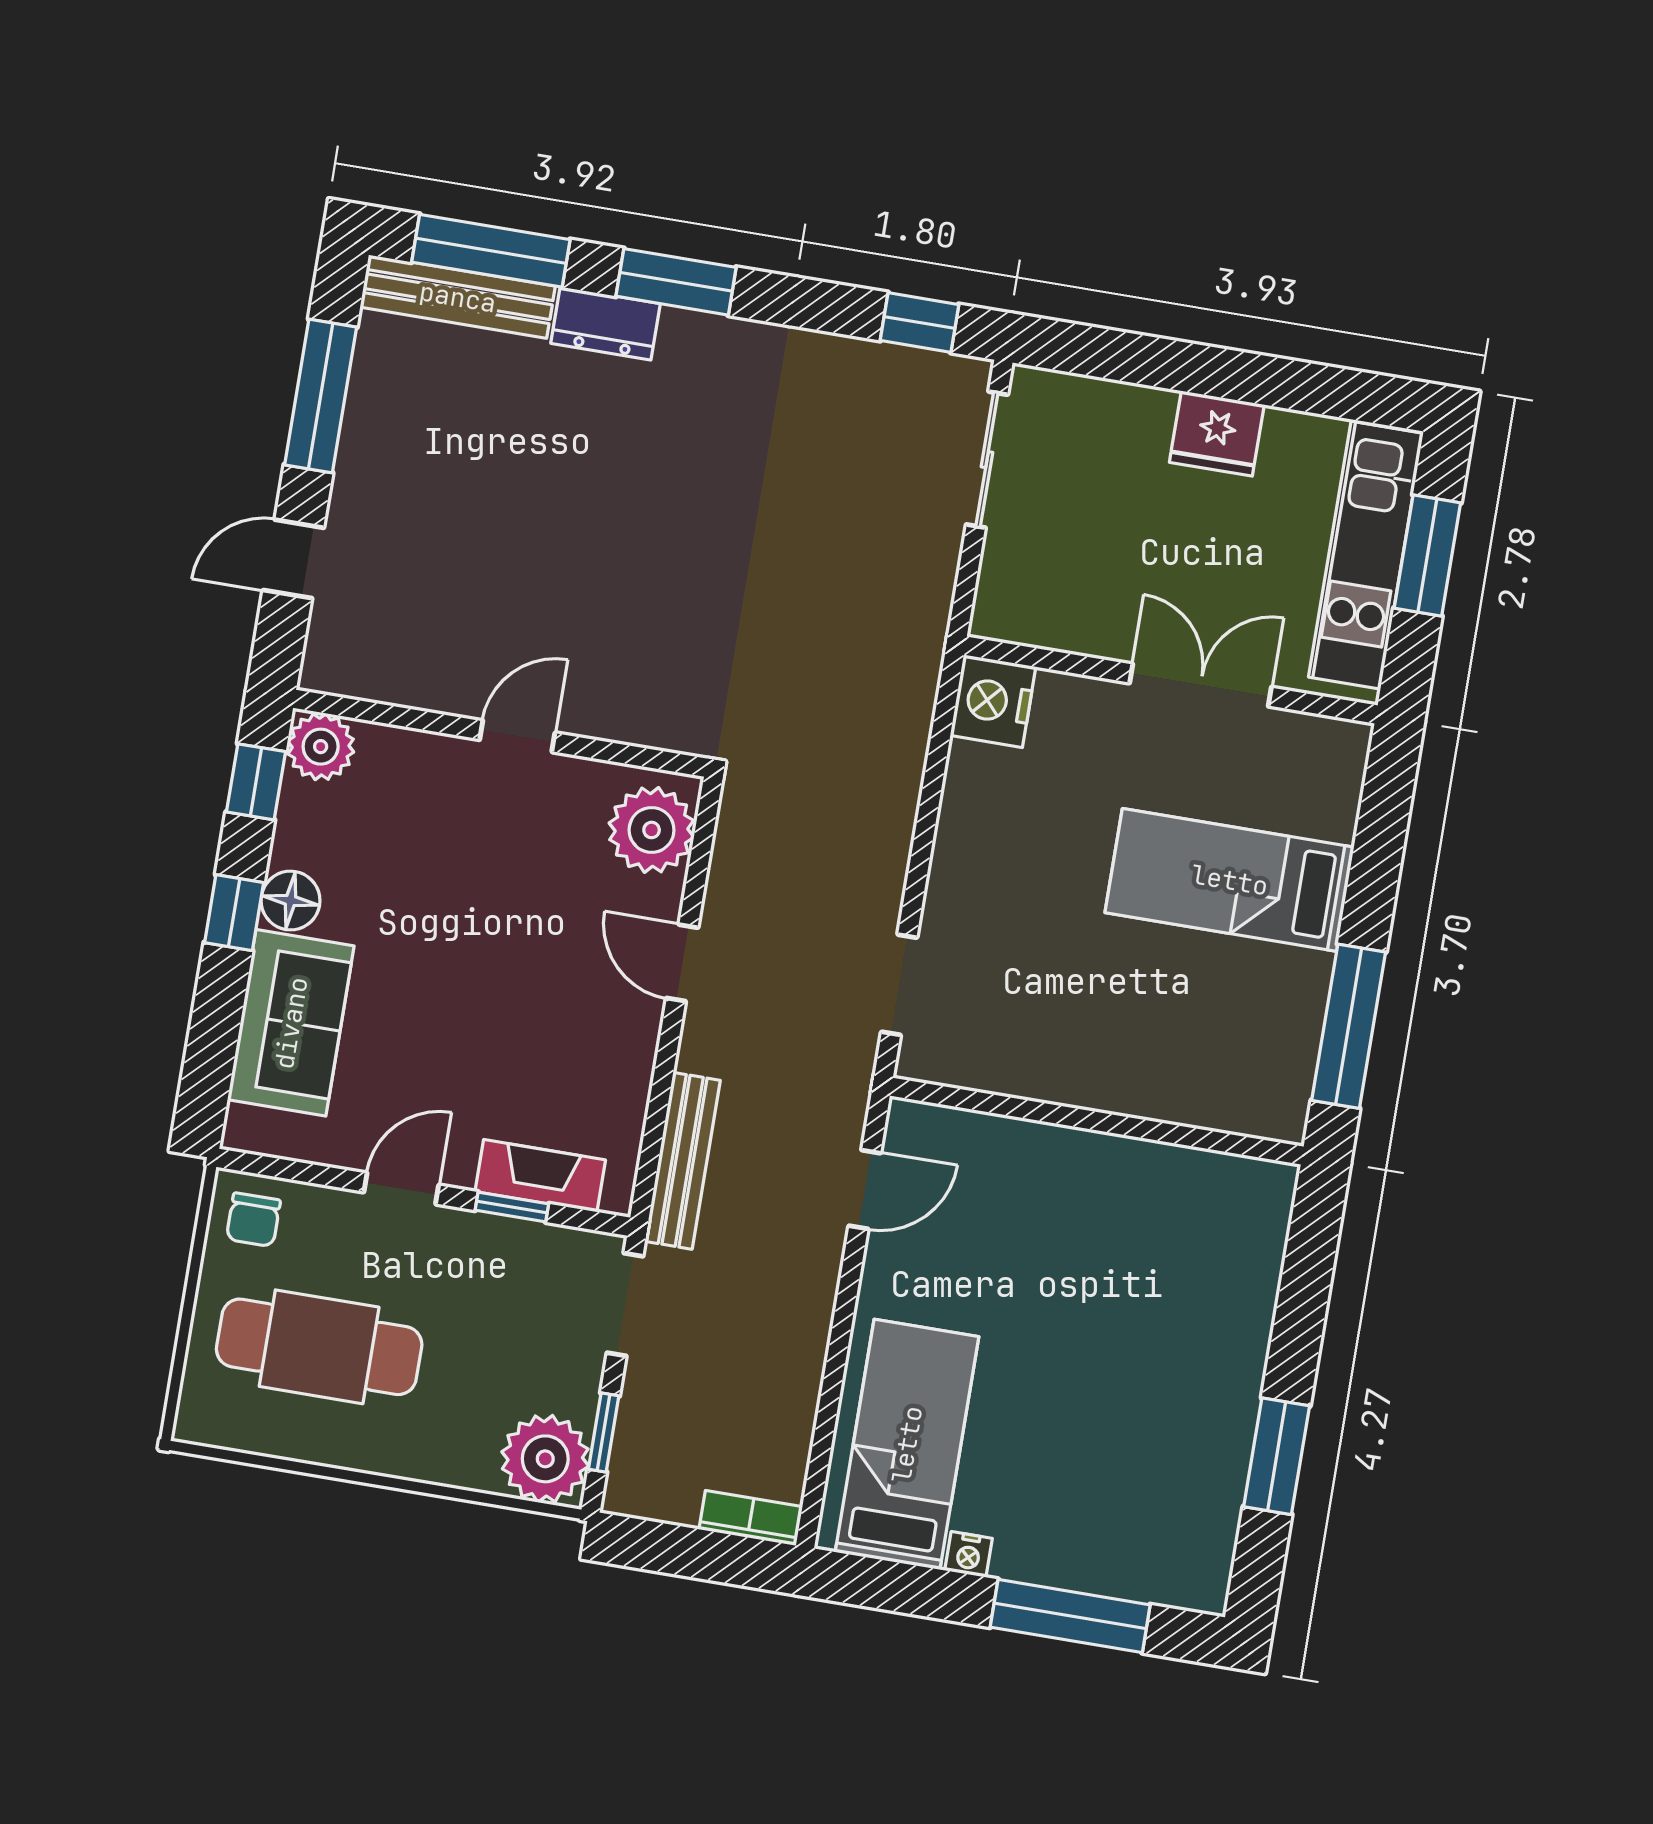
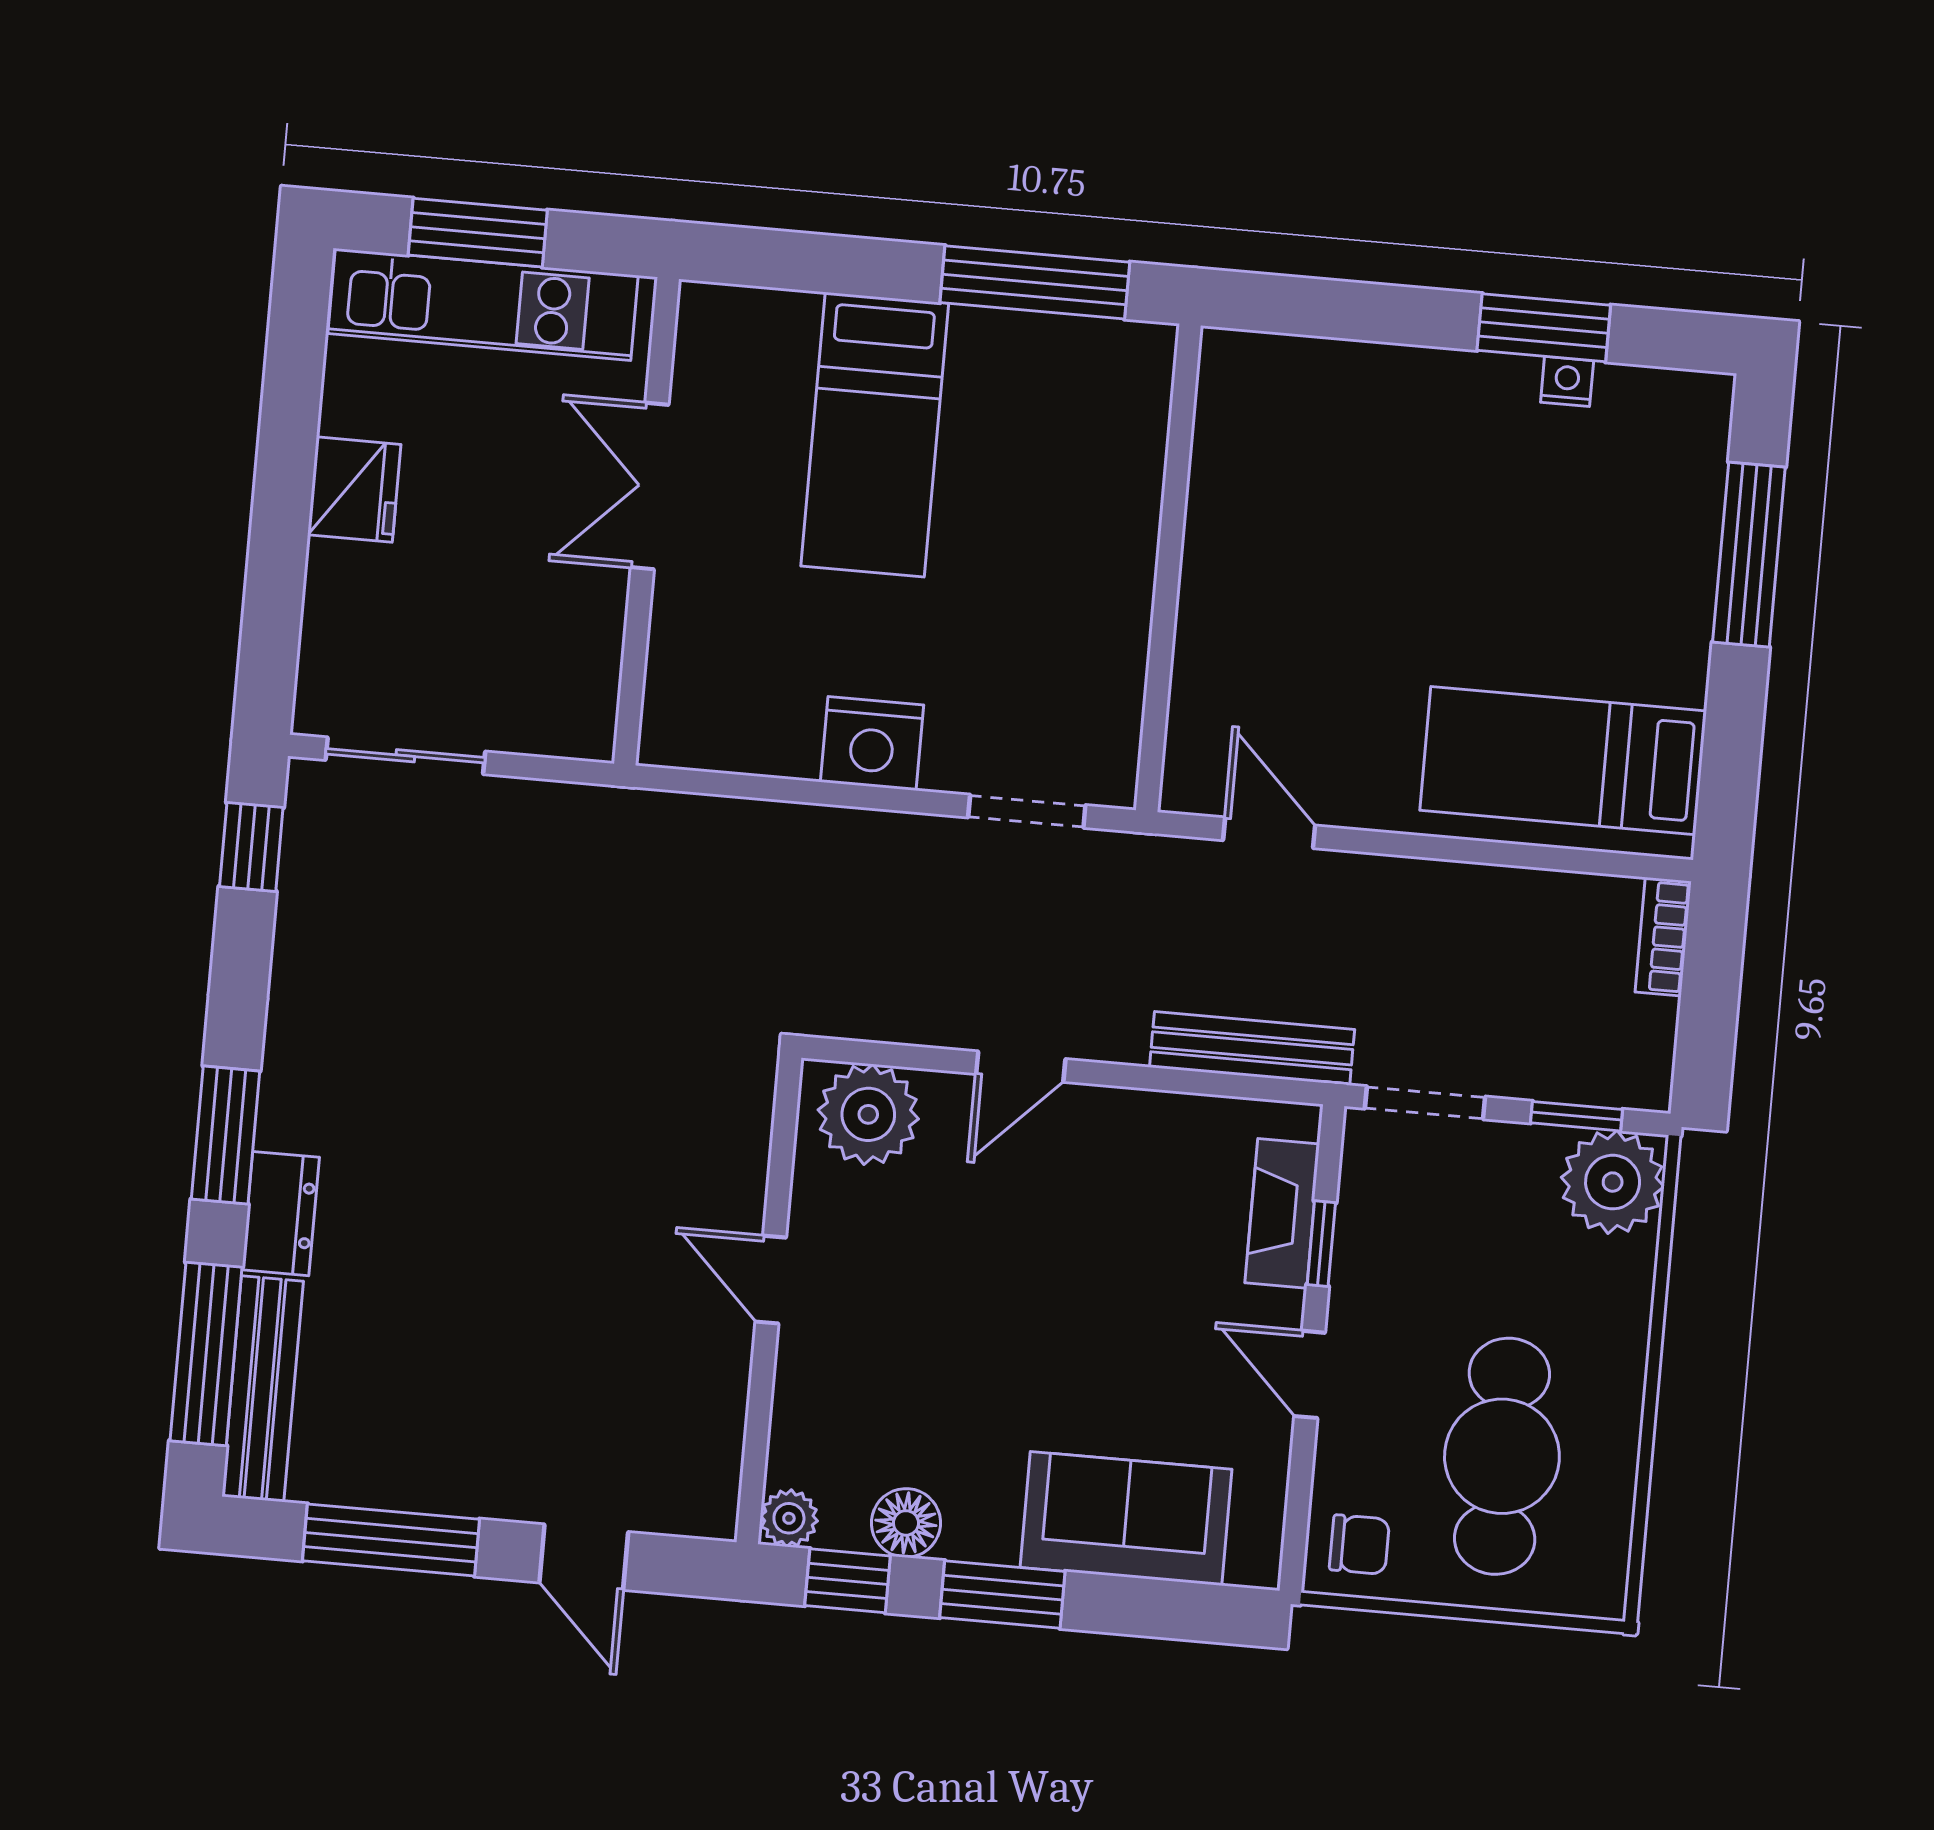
nightstand: (993, 701) -> (872, 744), moved
plant: (321, 747) -> (789, 1518), width x0.73, depth x0.73
floor lamp: (290, 901) -> (906, 1523), moved
window: (234, 913) -> (1002, 1595), width x1.50
nightstand: (969, 1554) -> (1567, 381), moved, turned -90

